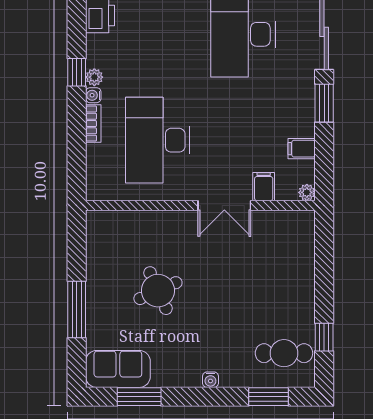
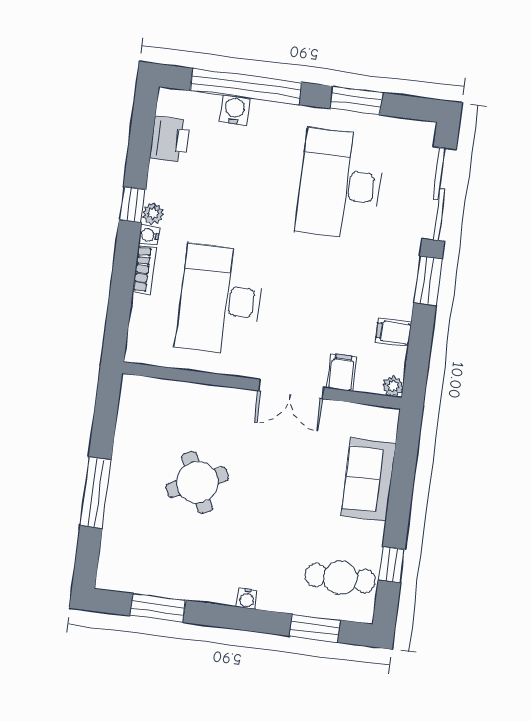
sofa: (118, 369) -> (368, 480), moved, turned -90

